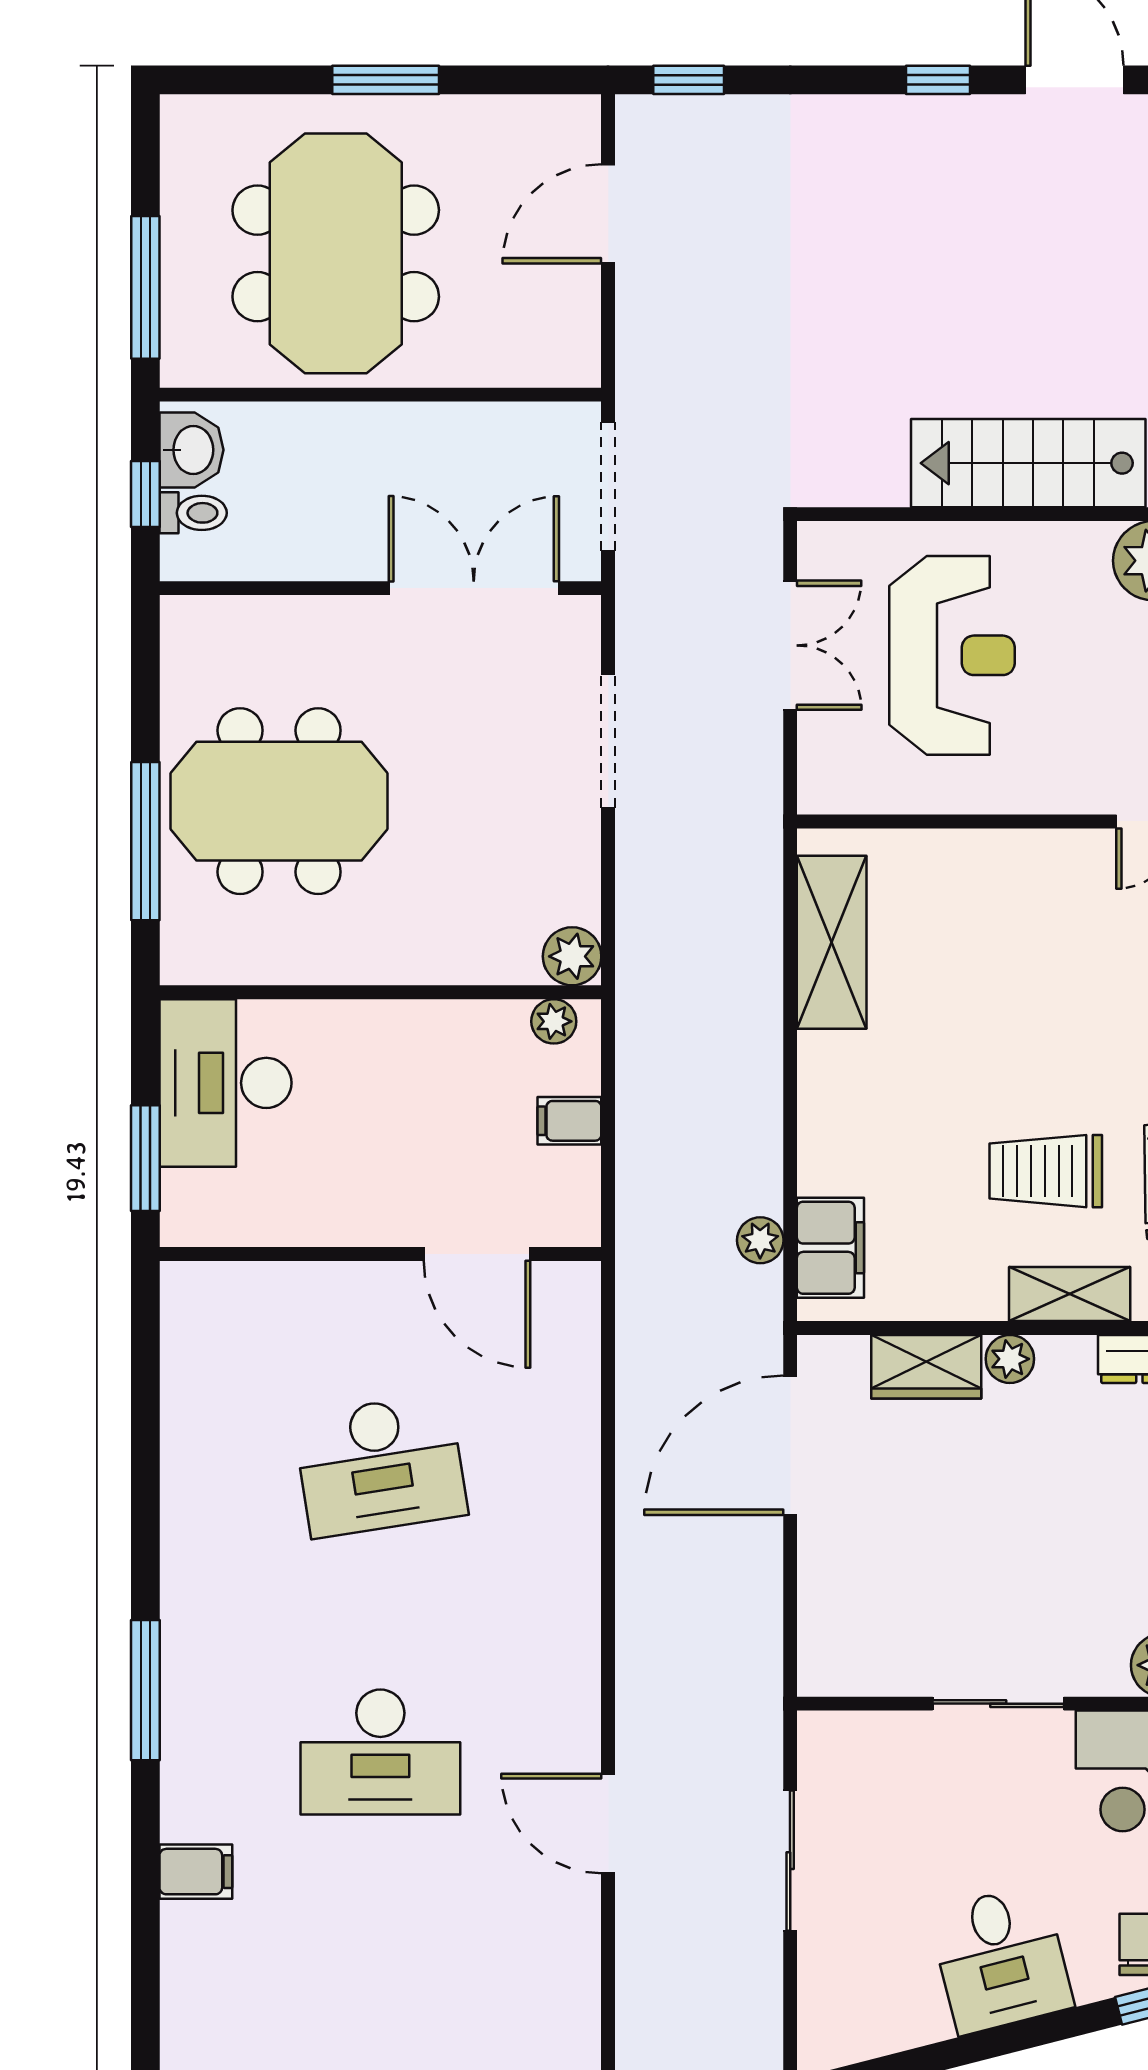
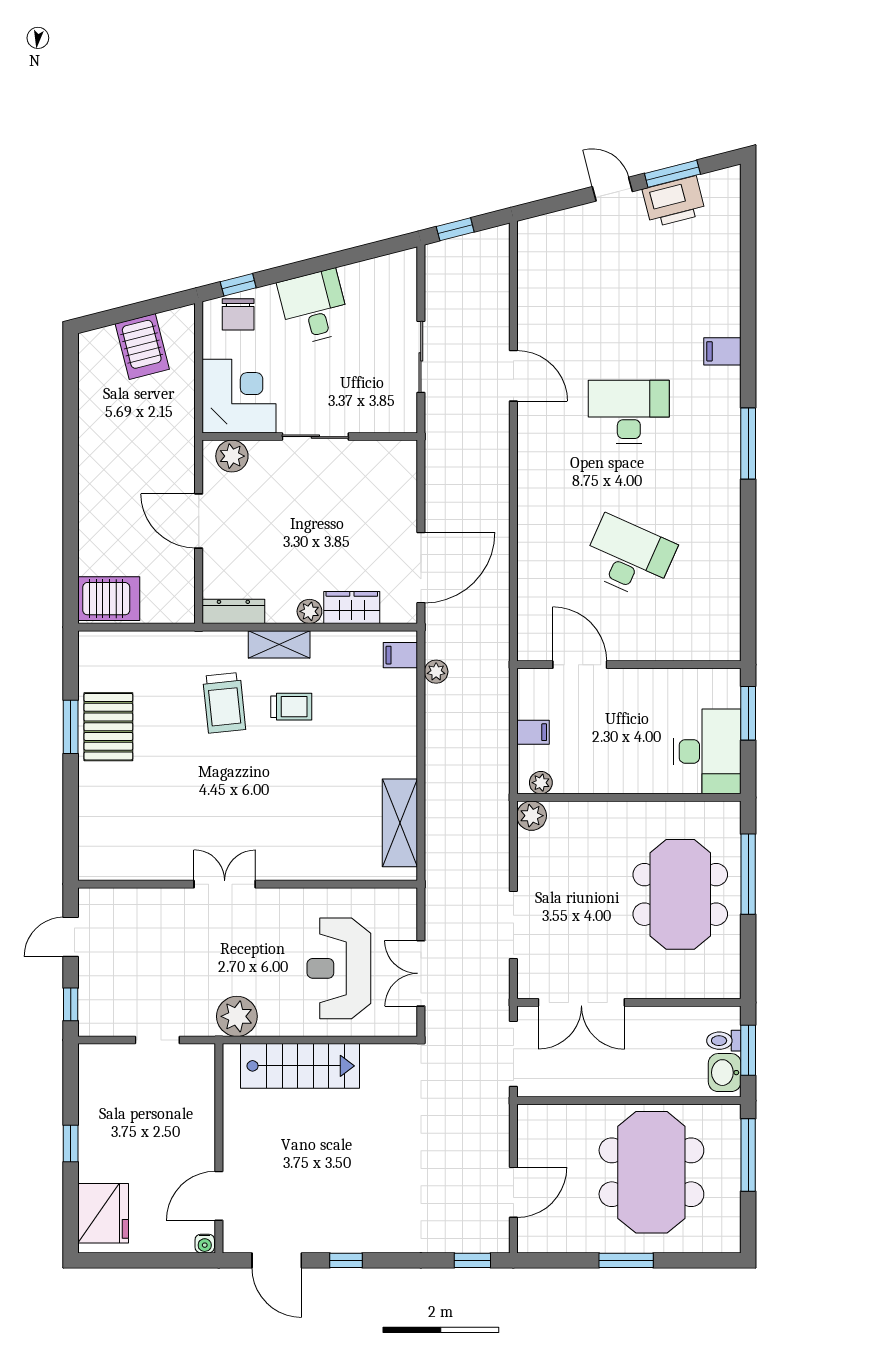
window: (145, 494) -> (748, 1050), width x1.50
meeting table: (279, 801) -> (680, 894), turned 90
trolley: (1046, 1171) -> (291, 707), width x0.73, depth x0.72
filing cabinet: (830, 1248) -> (400, 655), width x0.50
desk: (380, 1465) -> (629, 557), turned 33

